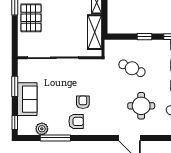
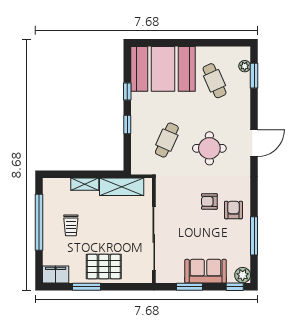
round table: (141, 106) -> (209, 148), moved
plant: (42, 129) -> (243, 275), moved

